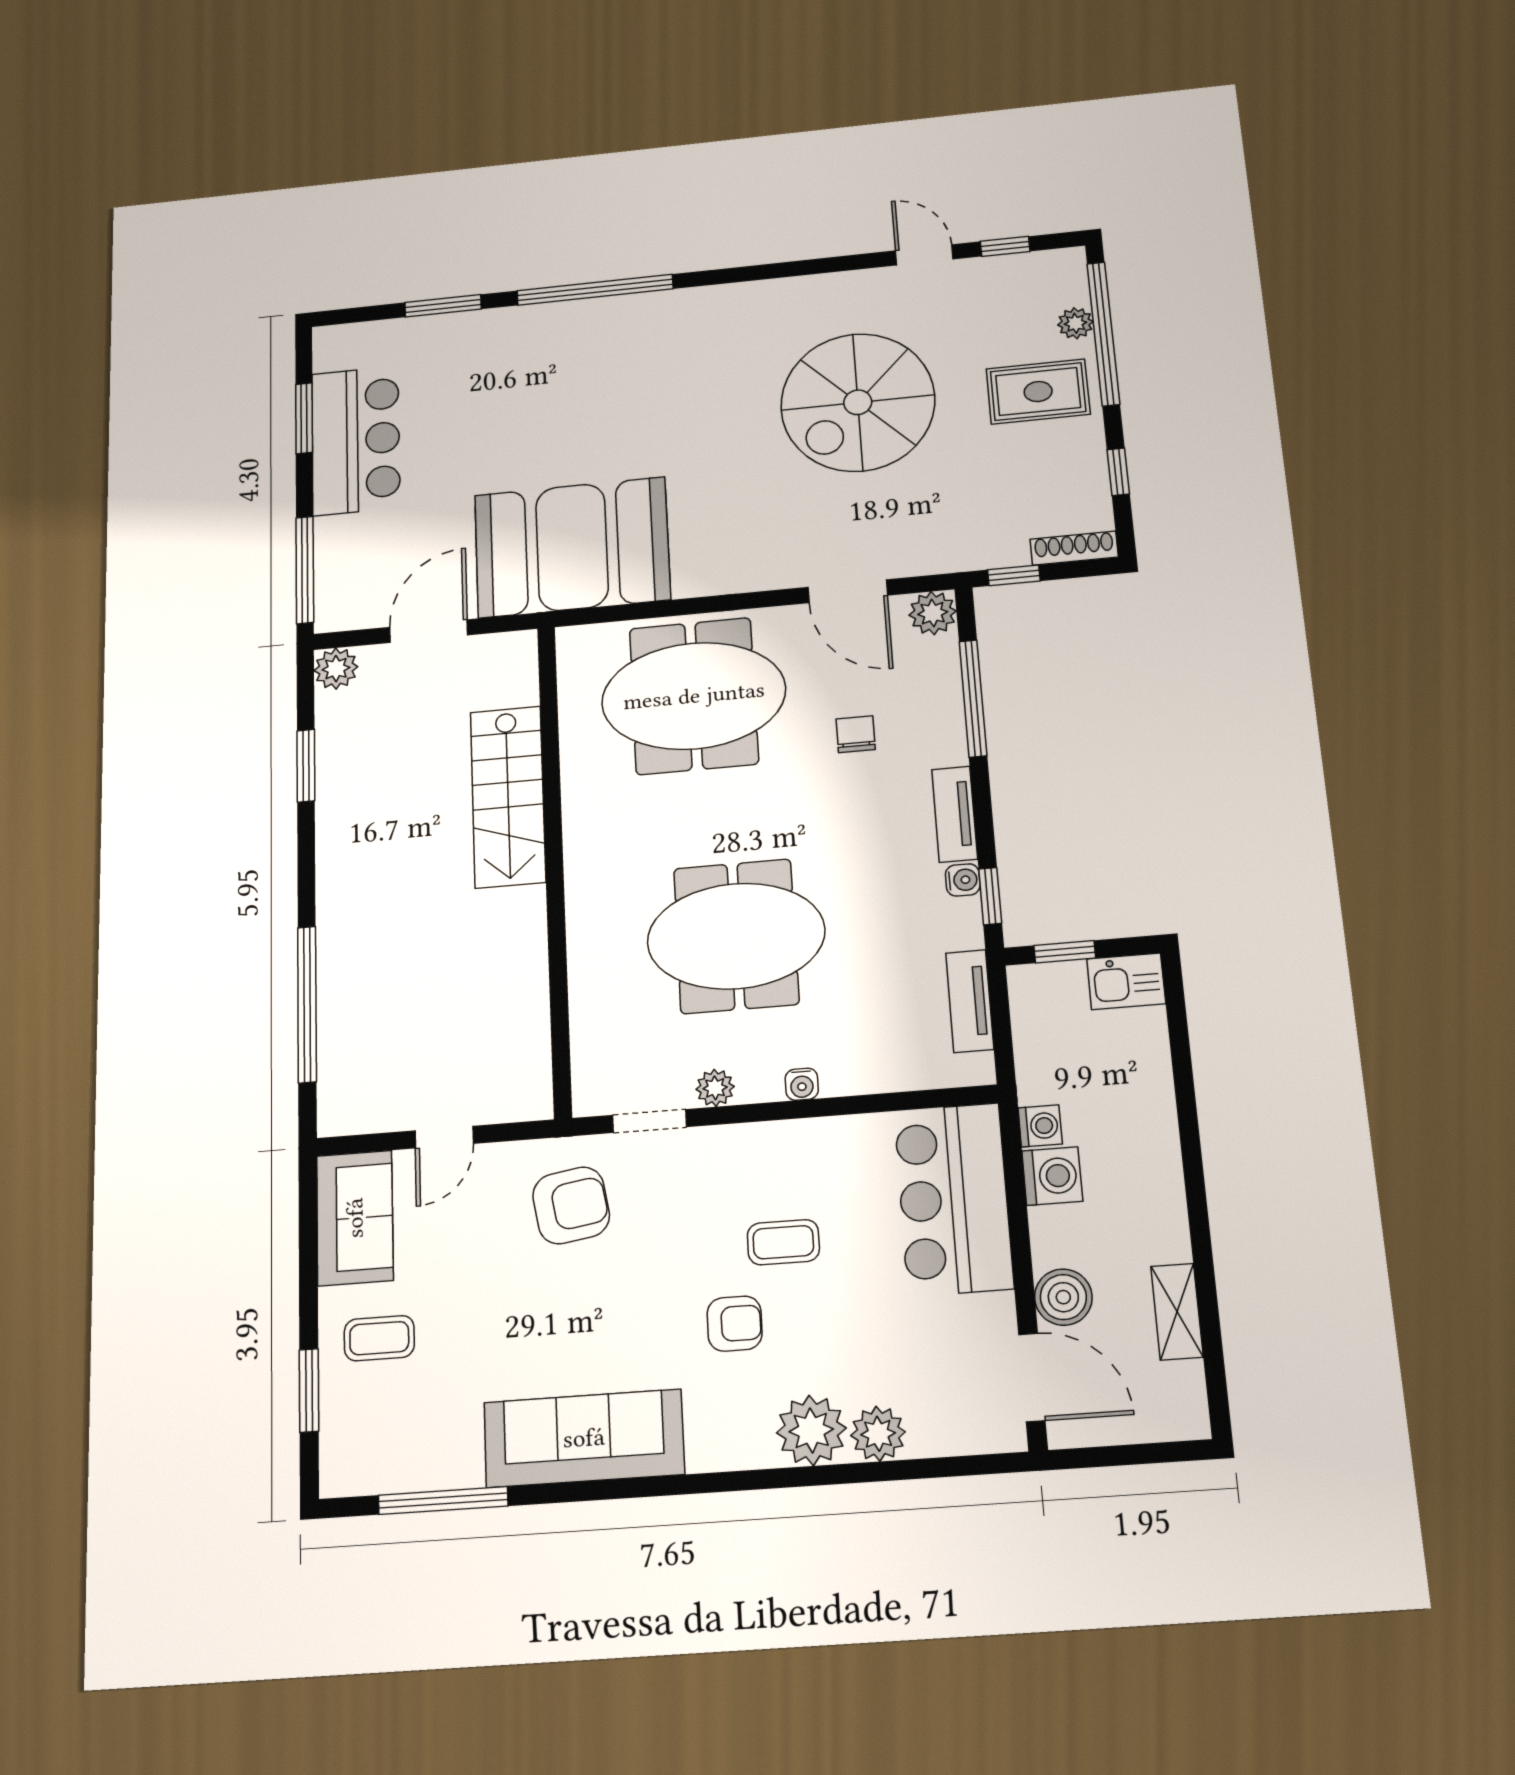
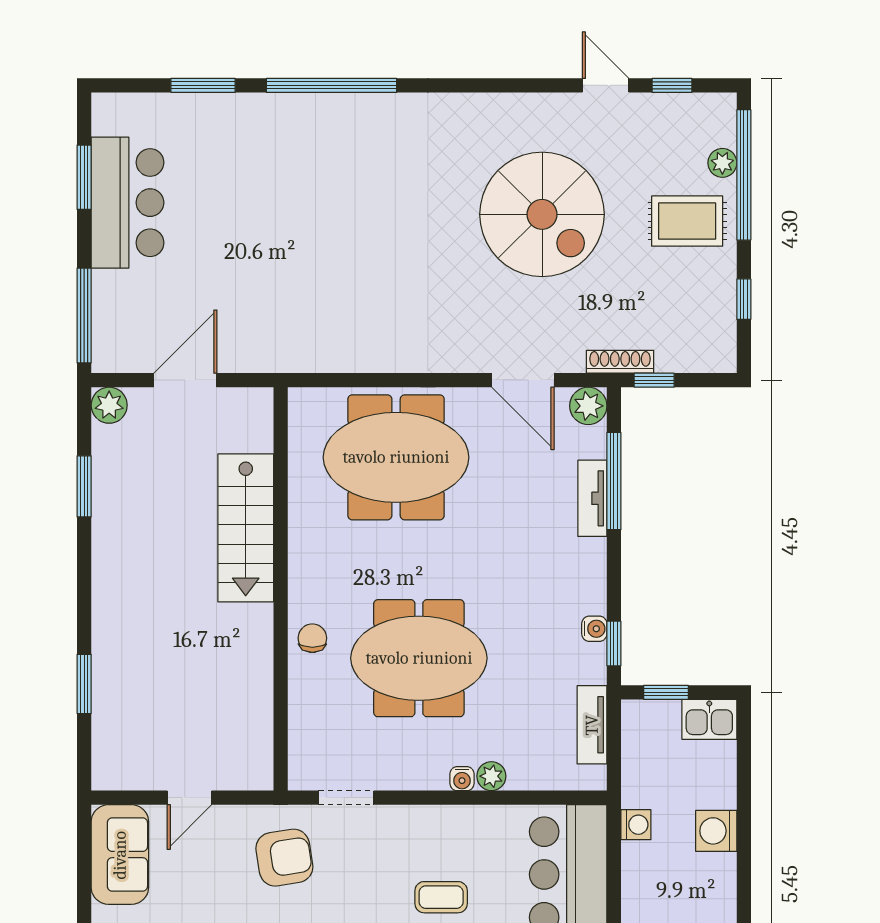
spiral stairs: (858, 402) -> (542, 214), turned -90
booth: (572, 547) -> (304, 318), removed
shoe rack: (1074, 548) -> (620, 362), moved
chair: (856, 734) -> (312, 638), moved
tv unit: (955, 814) -> (592, 498), moved
window: (307, 1004) -> (84, 684), width x0.47
plant: (715, 1088) -> (491, 776), moved
washing machine: (1052, 1176) -> (716, 831), moved, turned 180

